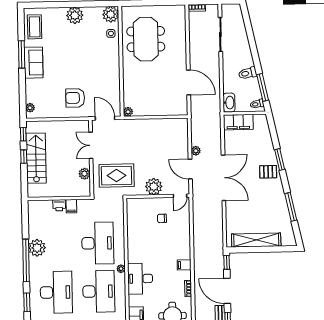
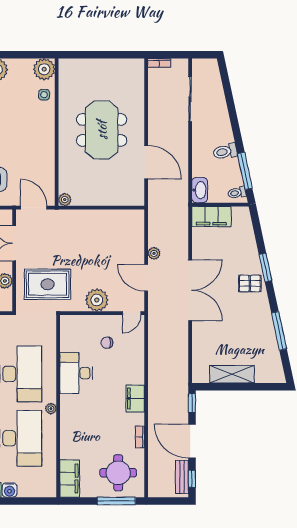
meeting table: (146, 39) -> (102, 130), moved
shelving: (256, 240) -> (232, 374), width x0.68
filing cabinet: (184, 265) -> (135, 399), width x2.00
desk: (140, 279) -> (76, 373), moved

